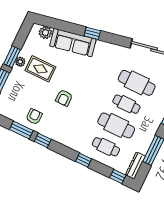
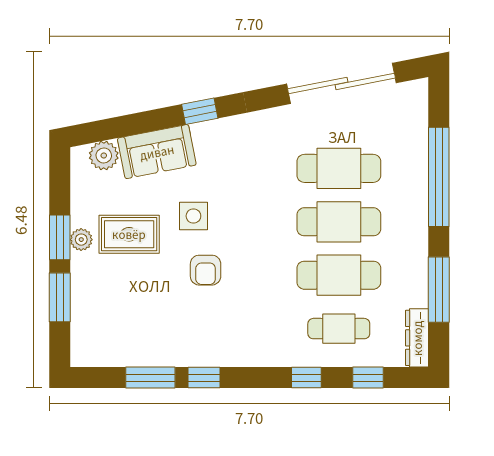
sofa: (73, 43) -> (157, 152), width x0.73
side table: (70, 74) -> (193, 216), added
cafe table: (126, 104) -> (339, 222), width x1.37, depth x1.35
armchair: (34, 117) -> (163, 338), removed
window: (118, 176) -> (368, 378), moved

